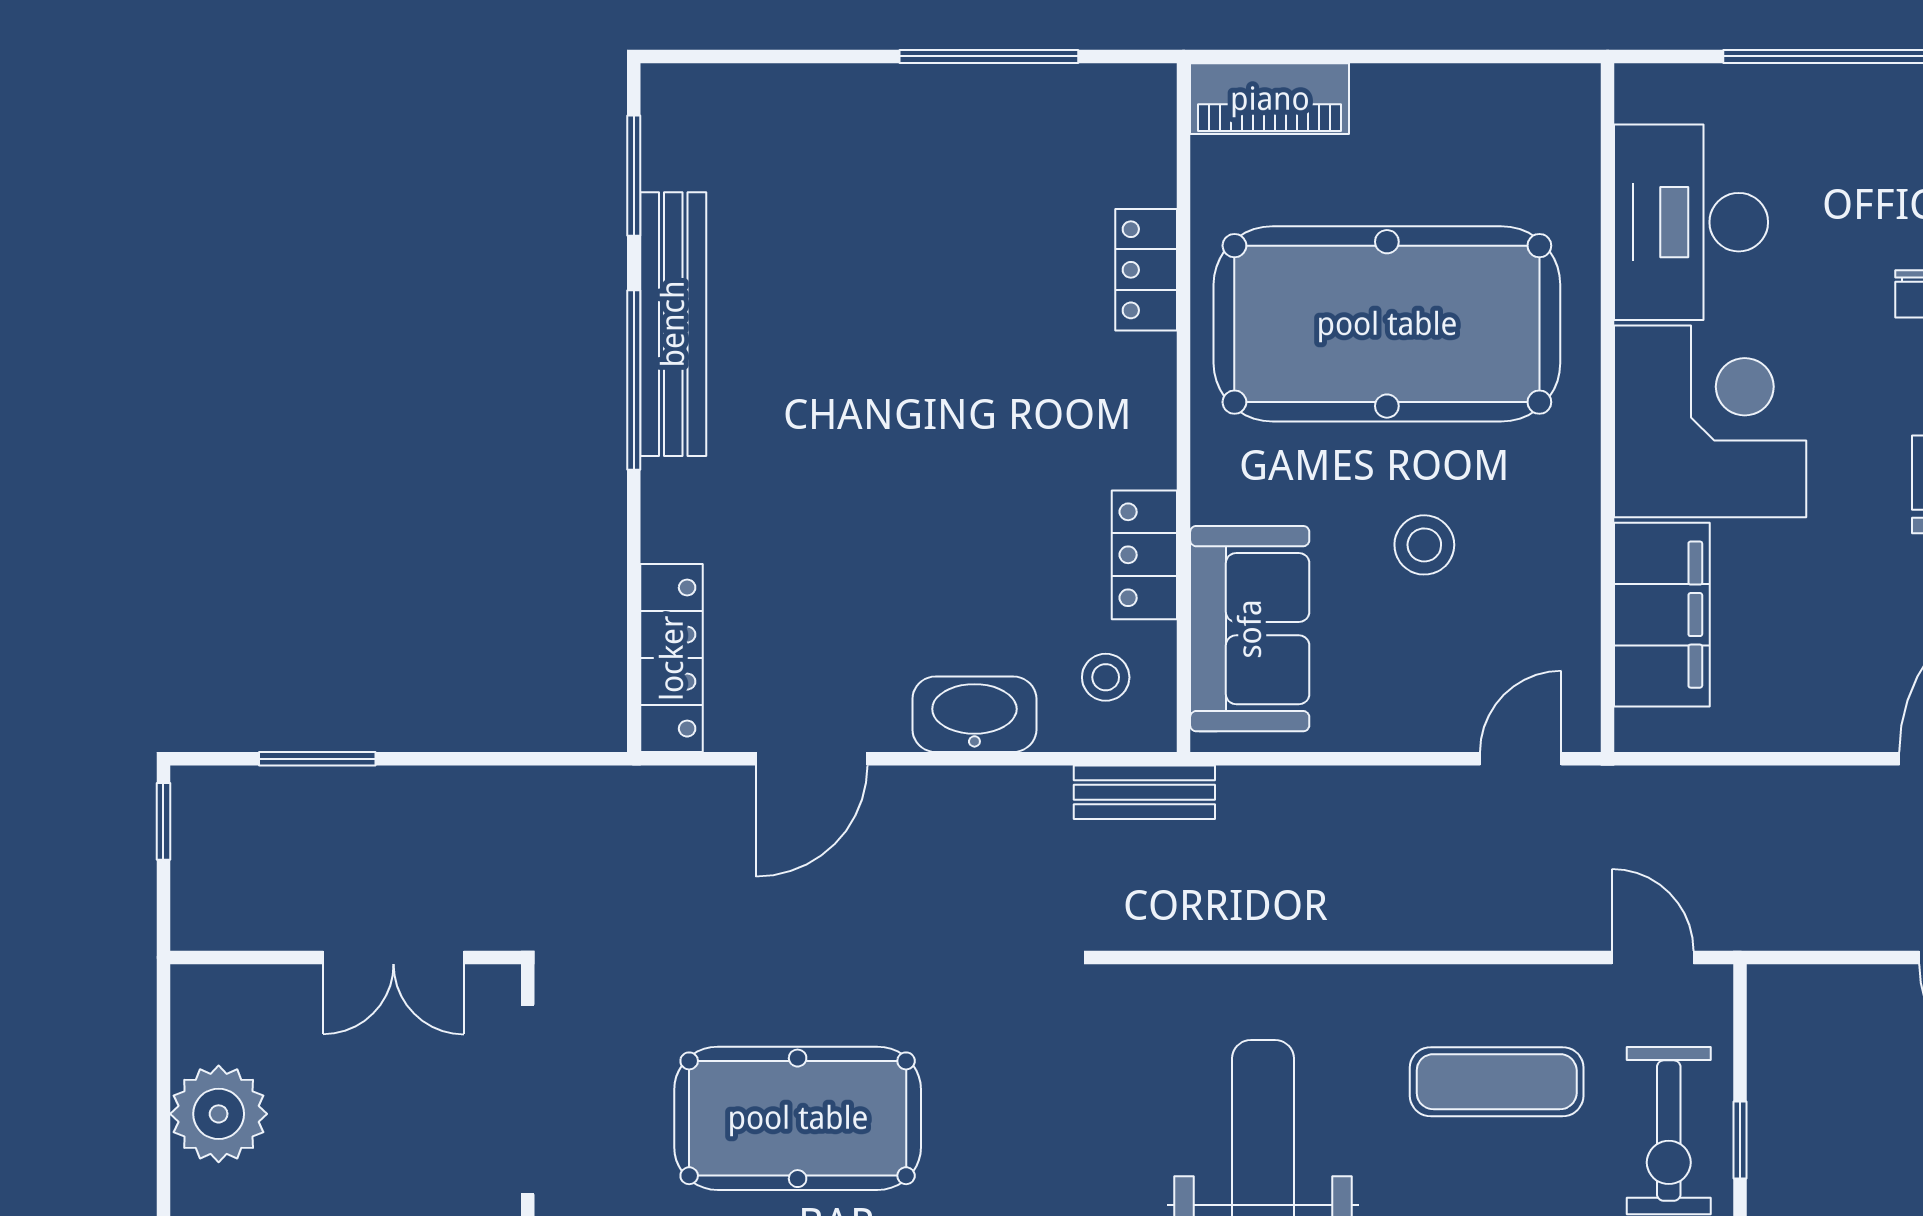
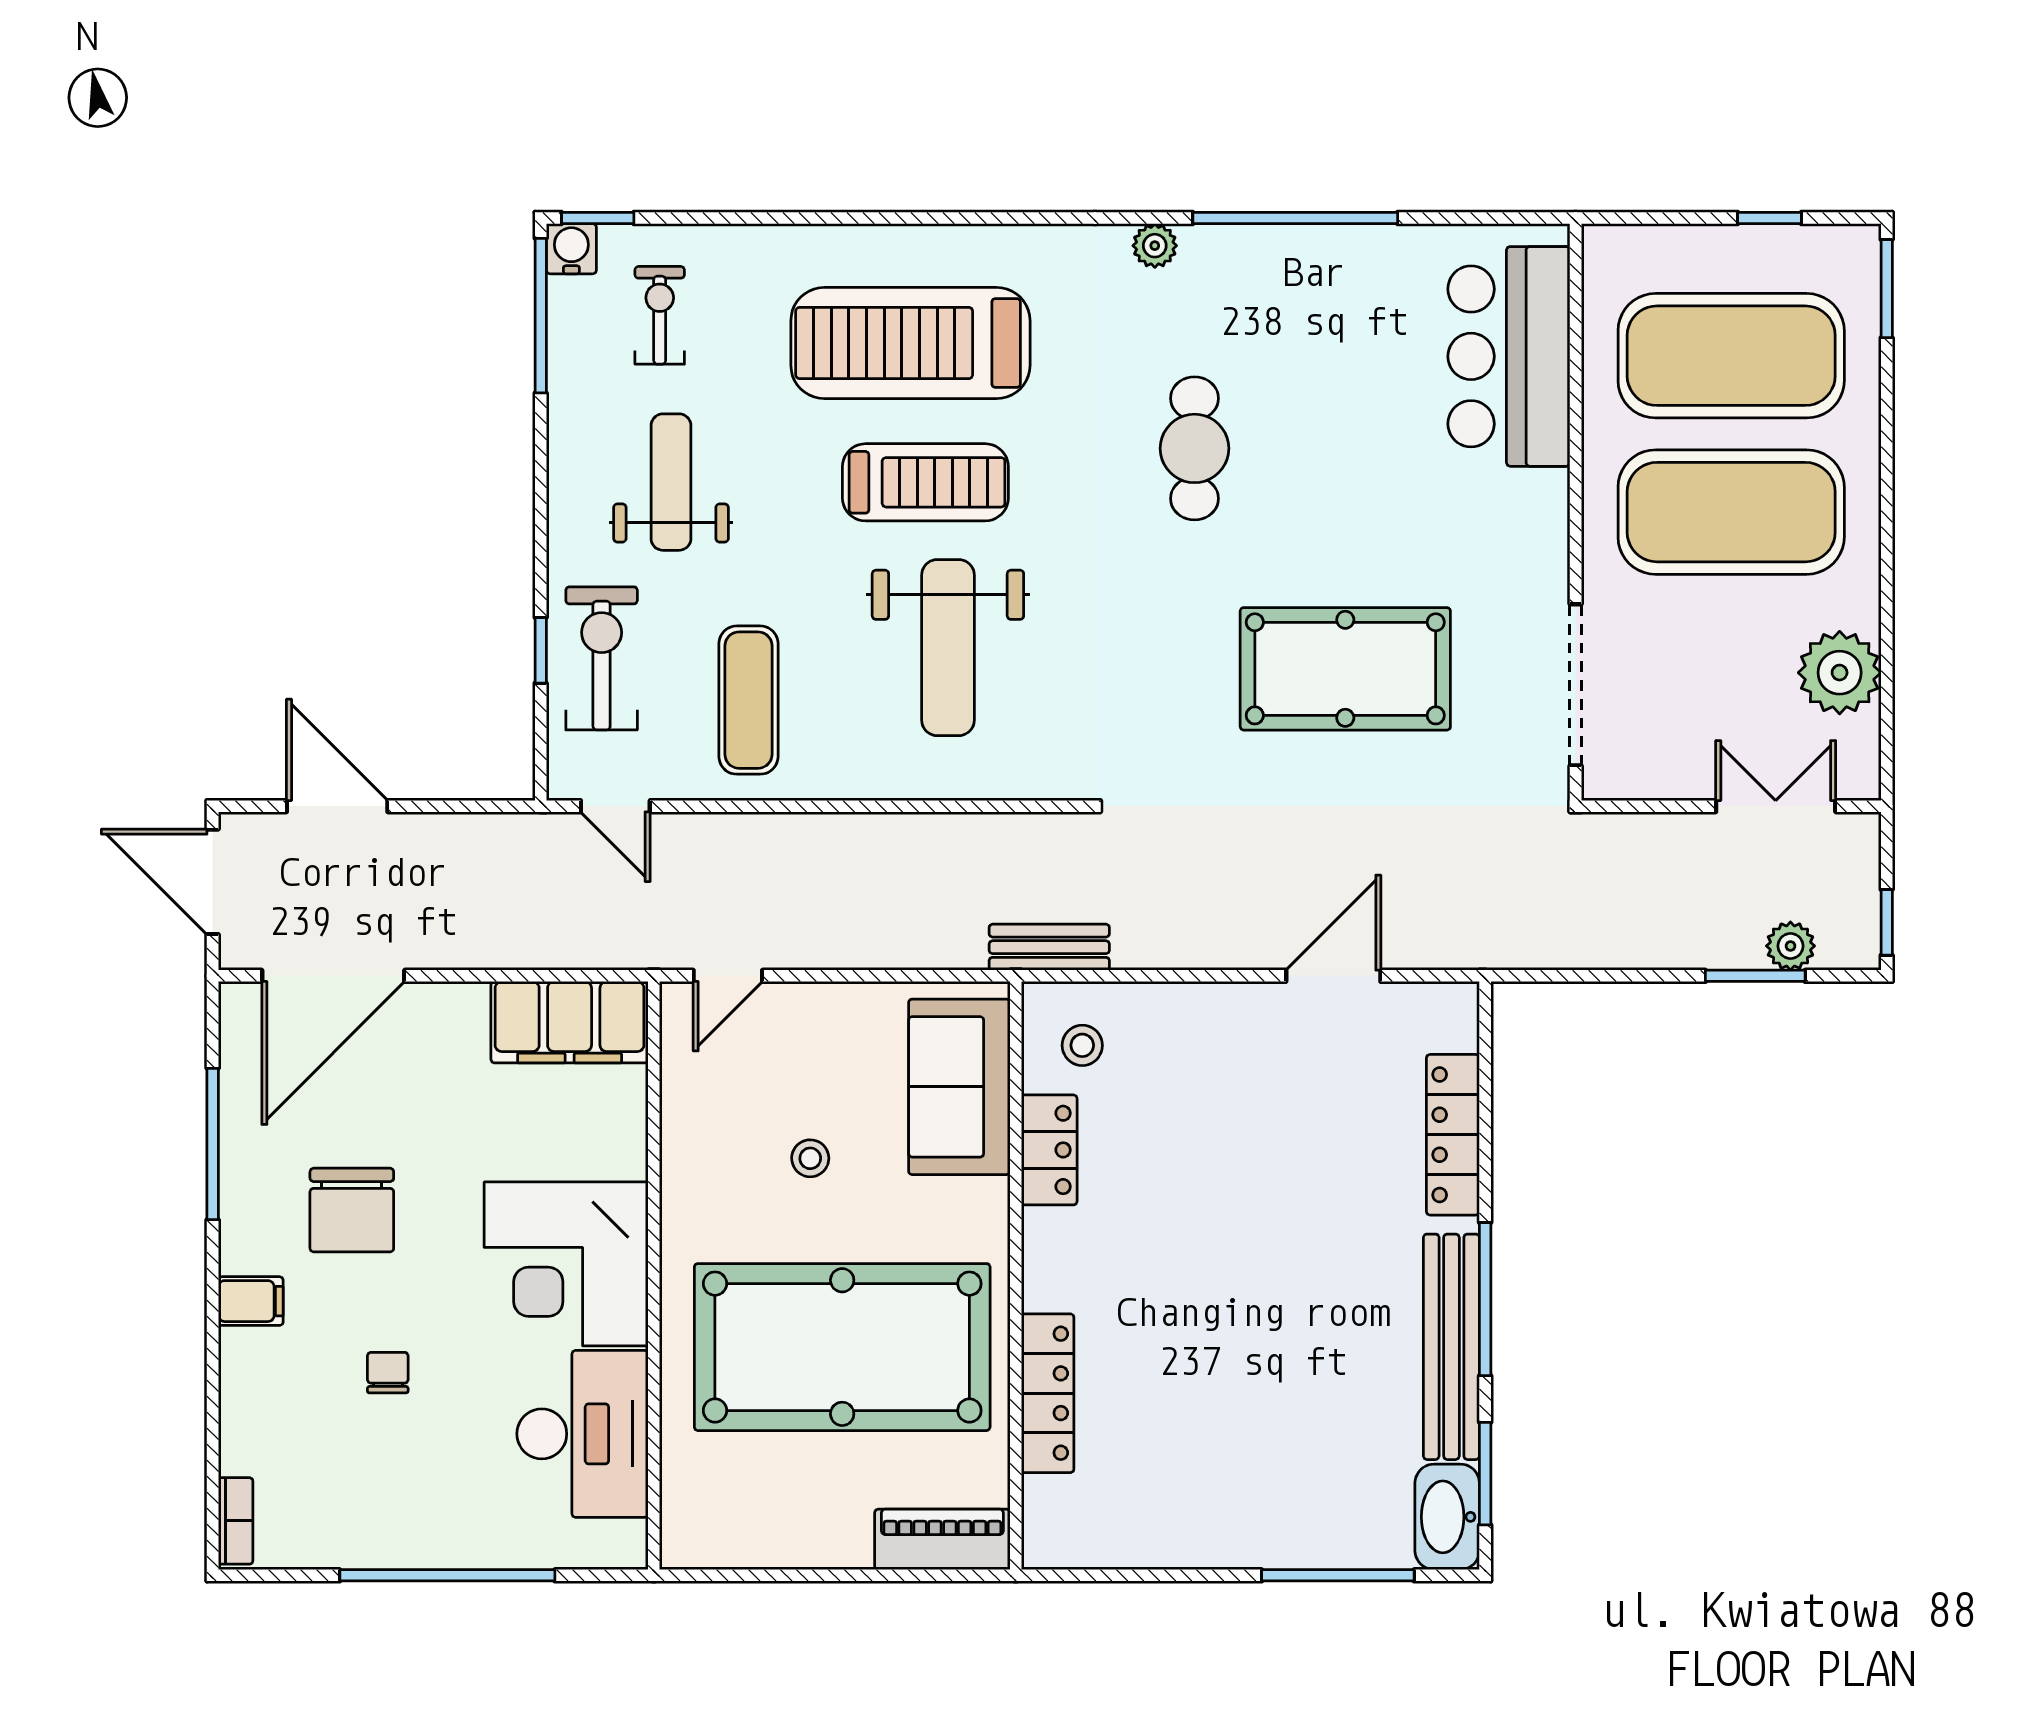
window: (989, 56) -> (1338, 1575), moved
locker: (1146, 270) -> (1048, 1393), width x1.53
stool: (1424, 545) -> (810, 1158), width x0.73, depth x0.73
filing cabinet: (1662, 615) -> (570, 1022), moved, turned -90
locker: (672, 658) -> (1453, 1135), moved
washbasin: (974, 714) -> (1447, 1517), moved, turned 90
plant: (276, 794) -> (1790, 946), added
double door: (393, 957) -> (1776, 806), moved
exercise mat: (1497, 1082) -> (748, 700), turned 90

